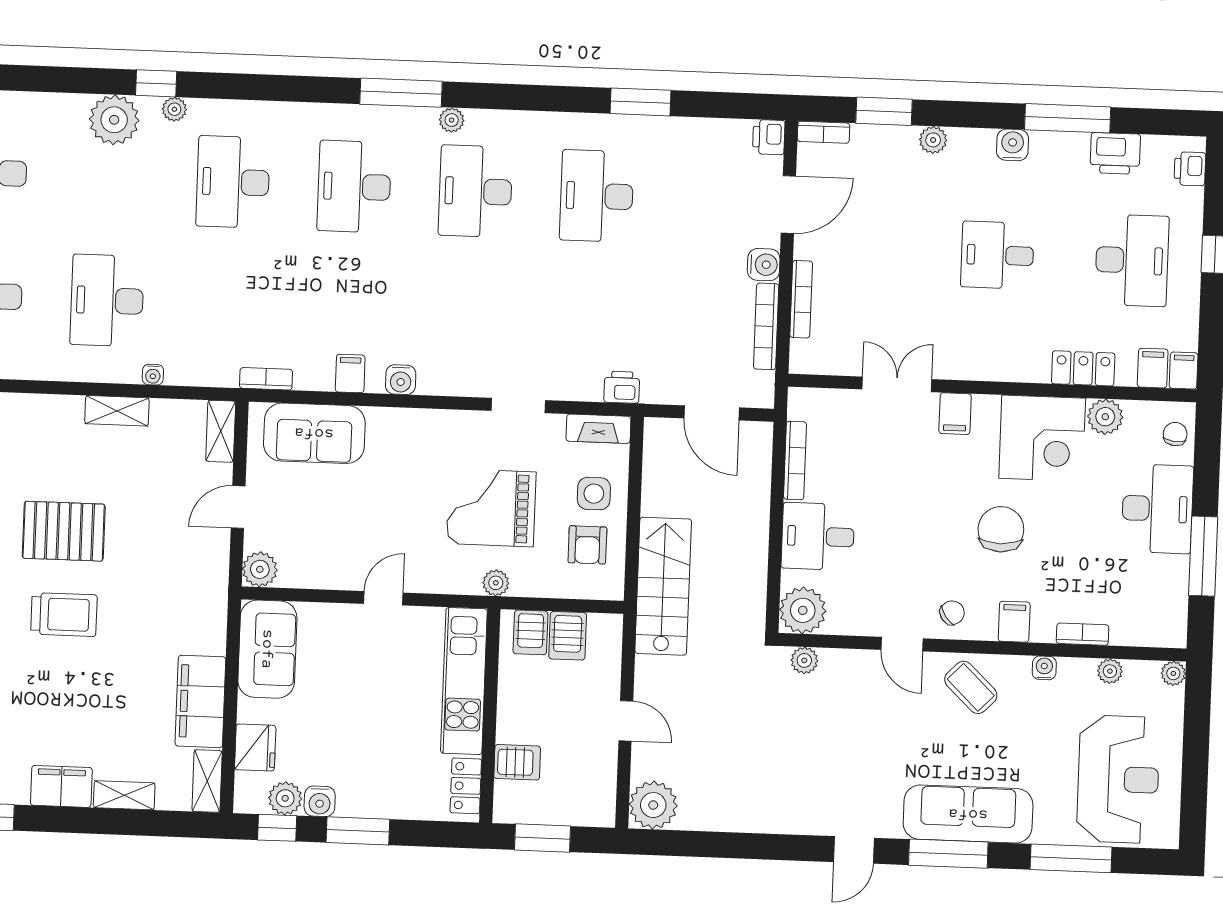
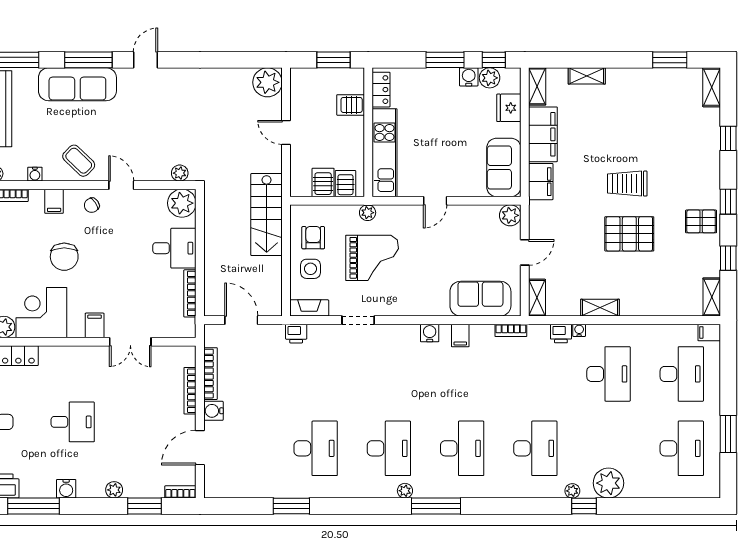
printer: (769, 137) -> (561, 334), moved, turned 90
filing cabinet: (61, 786) -> (541, 182), moved, turned -90

